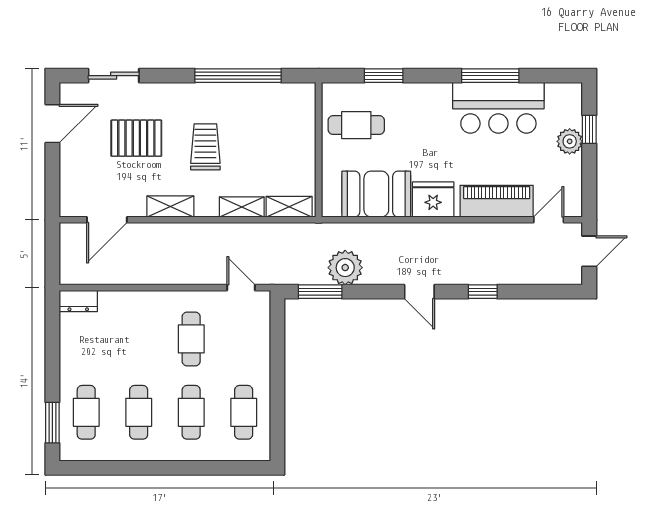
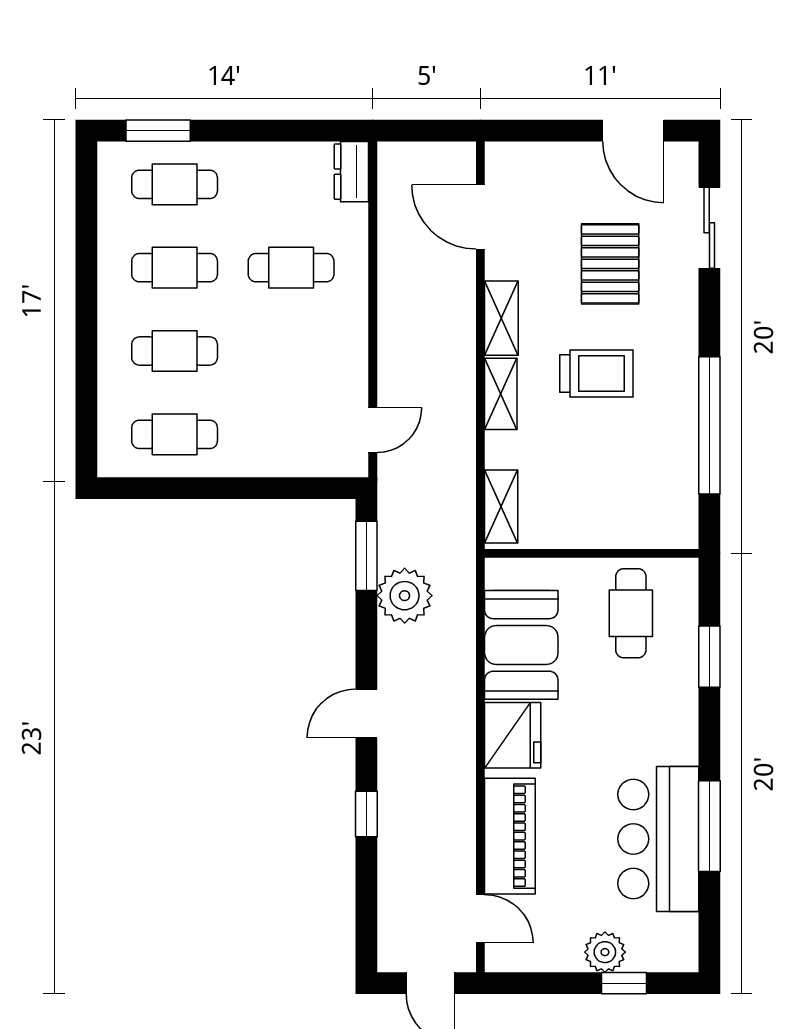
shelving: (242, 207) -> (501, 394), moved
cafe table: (191, 339) -> (291, 268), moved

